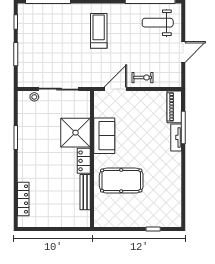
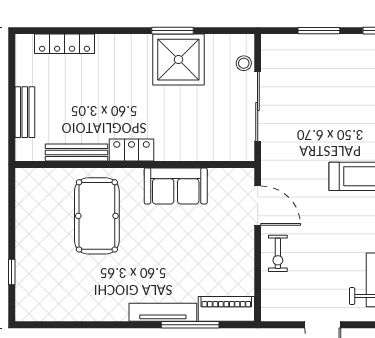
shower: (76, 133) -> (178, 60), moved
tv unit: (176, 137) -> (163, 312), width x1.41
bench: (62, 222) -> (25, 112), added

